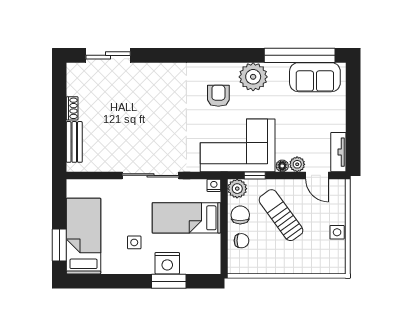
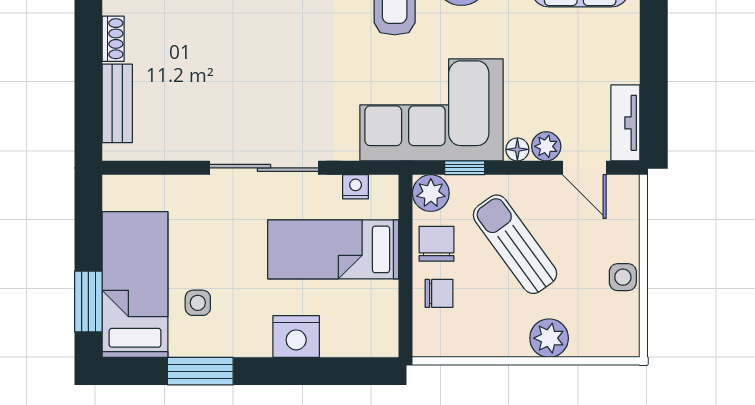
nightstand: (214, 185) -> (356, 187), moved
side table: (134, 242) -> (198, 303), moved
plant: (299, 264) -> (549, 338), added
window: (169, 281) -> (200, 371), moved

